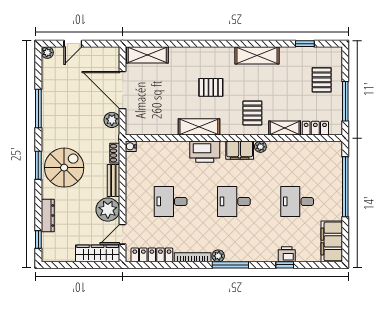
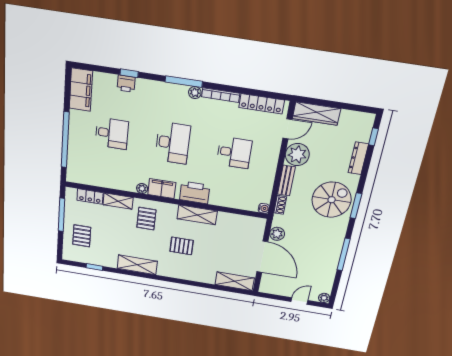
spiral stairs: (64, 168) -> (332, 200), turned 180
desk: (234, 201) -> (173, 143), width x1.37

